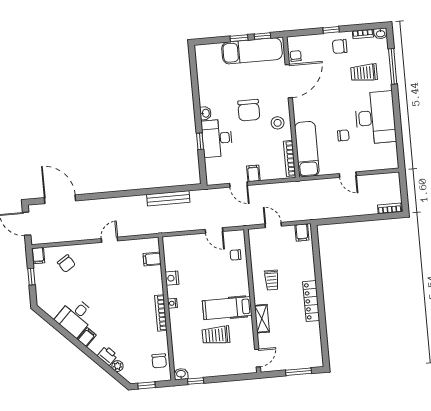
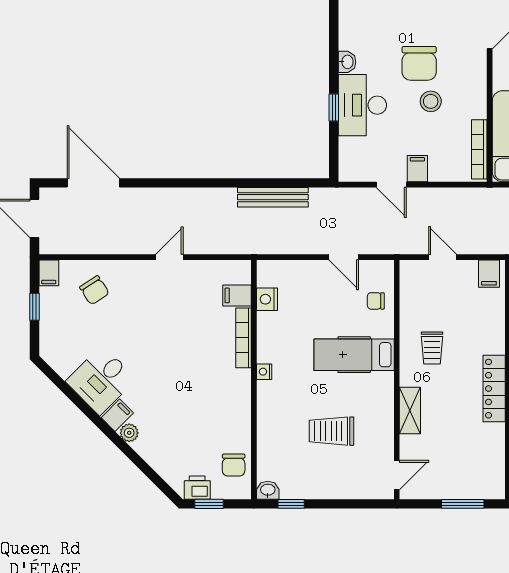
stool: (278, 123) -> (431, 101), moved
nightstand: (172, 278) -> (267, 299), moved
hospital bed: (227, 308) -> (354, 355), moved
bookcase: (161, 313) -> (244, 338), moved
printer: (107, 356) -> (197, 488), moved, turned -45
plant: (117, 366) -> (129, 433), moved

